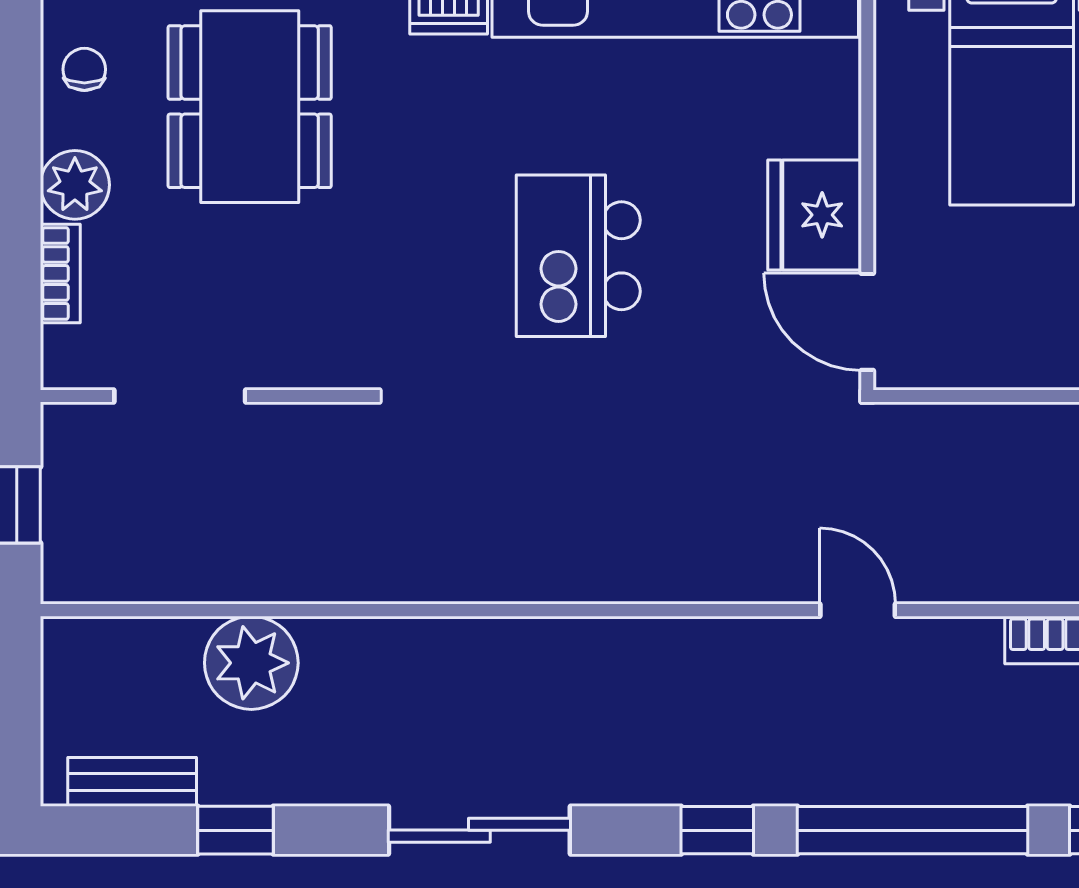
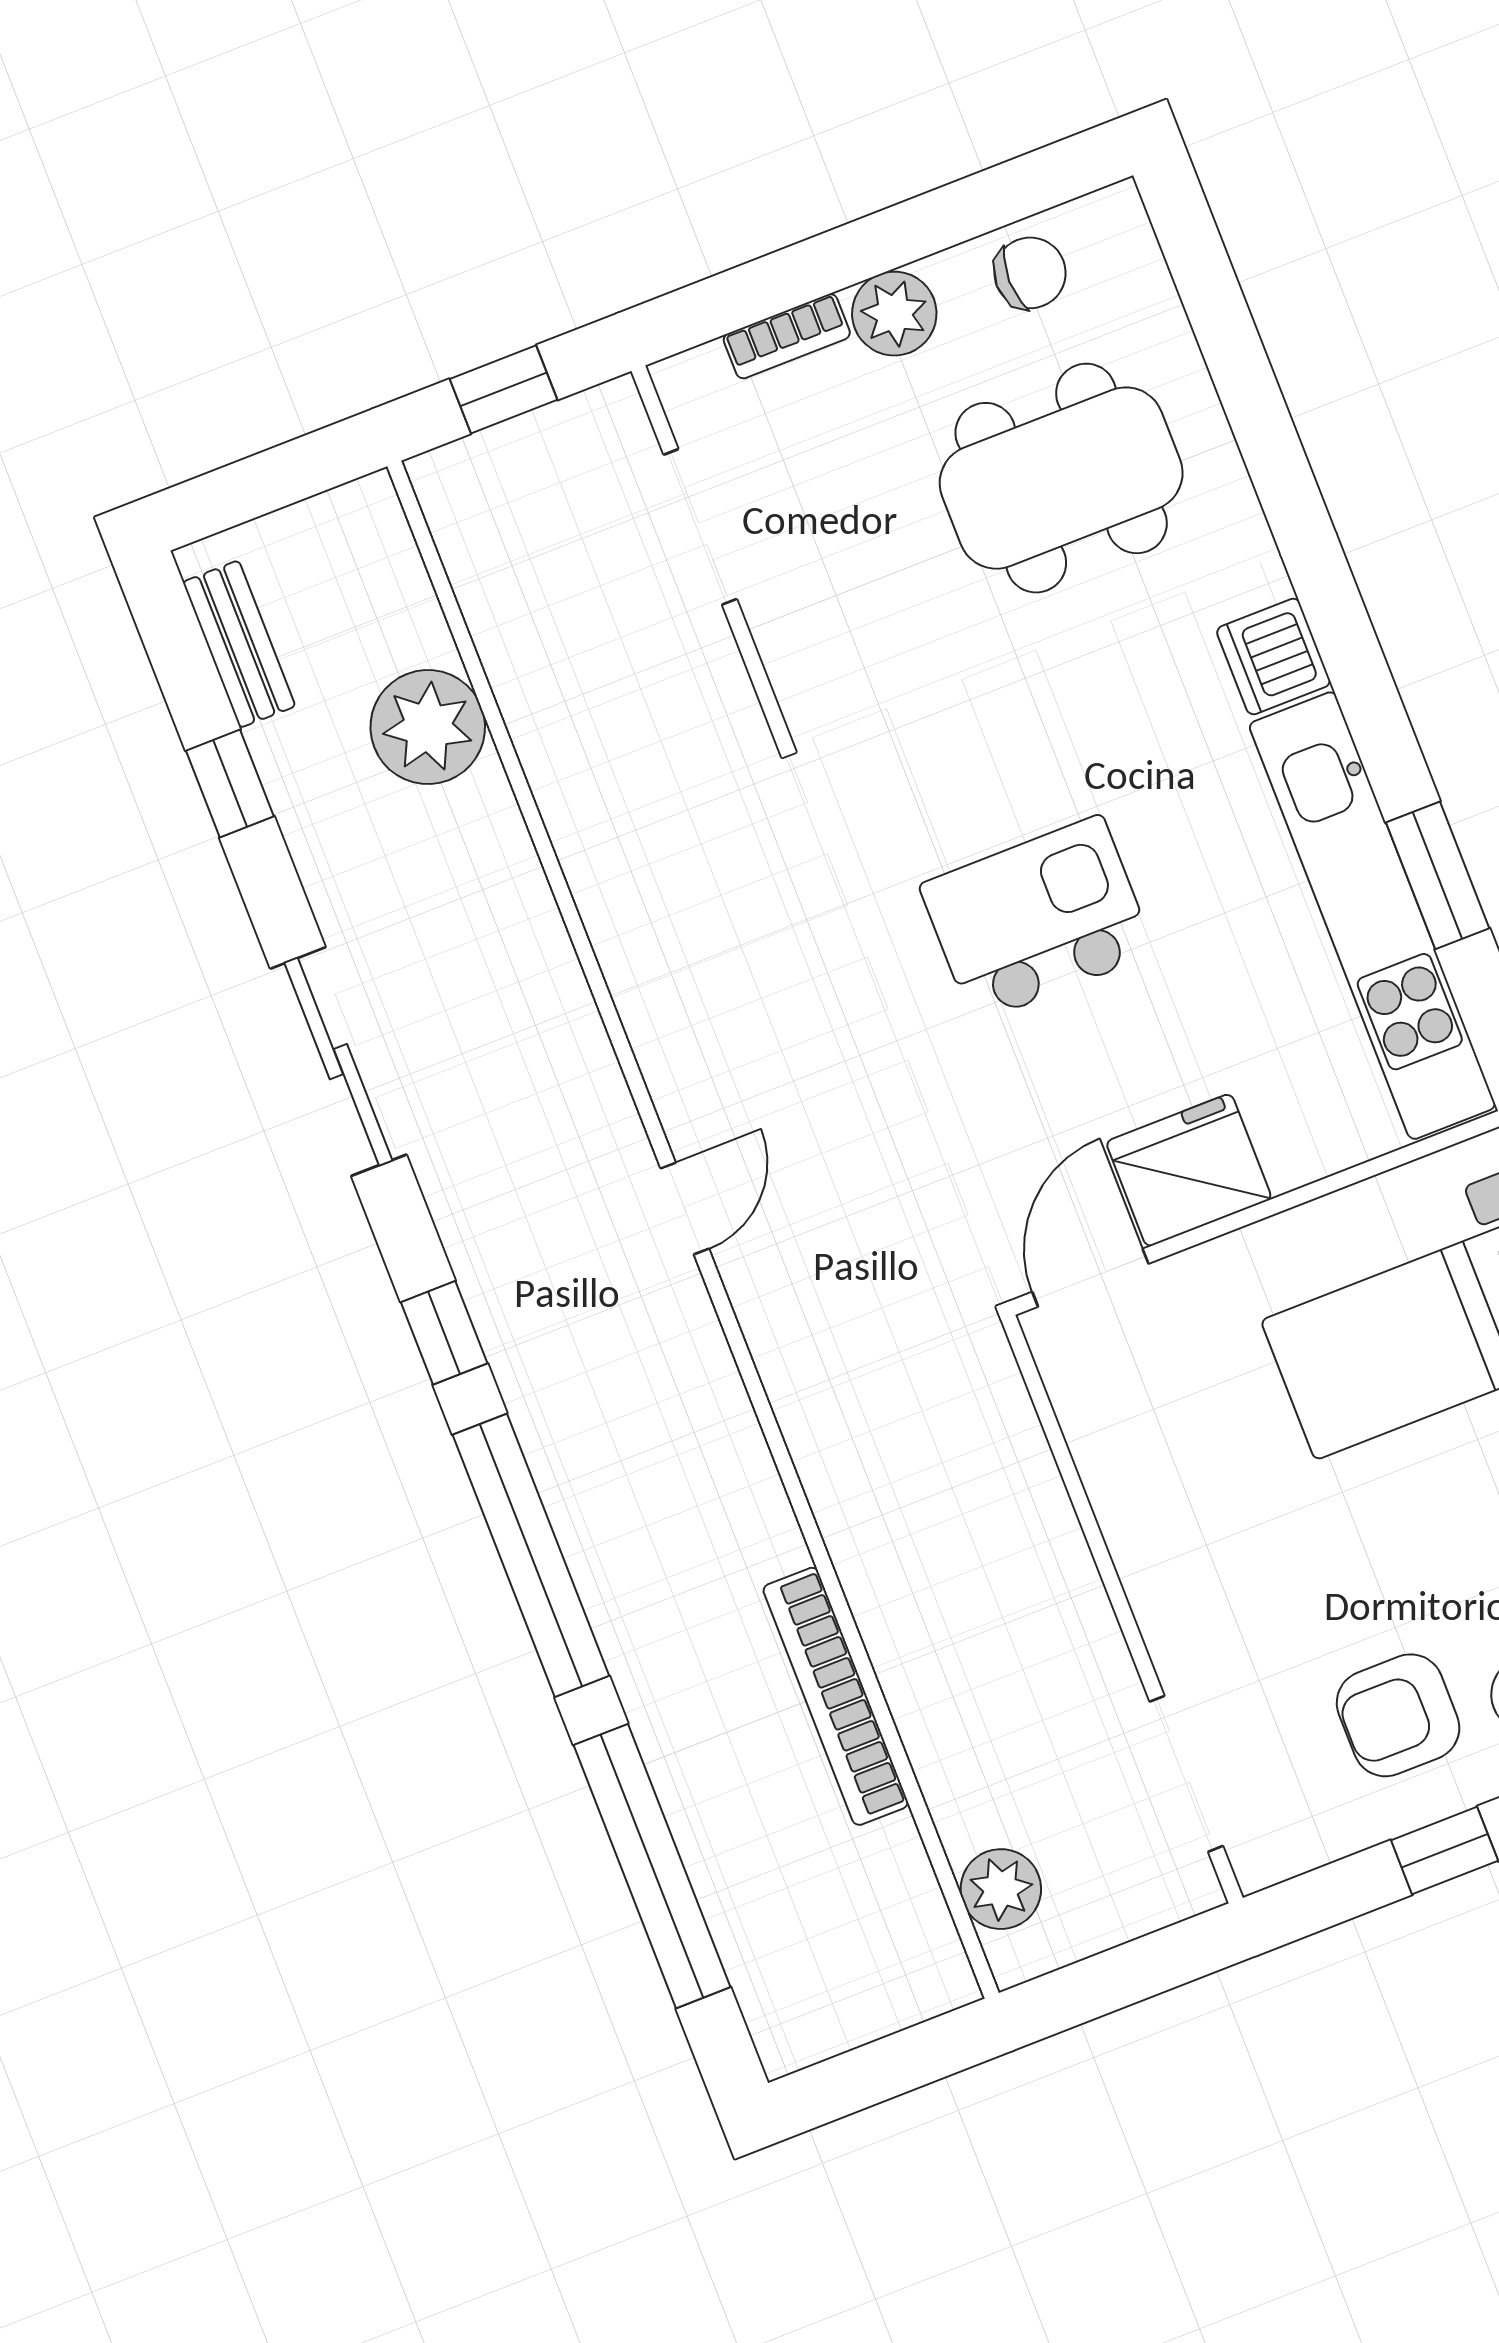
chair: (84, 69) -> (1030, 273), width x1.37, depth x1.37
door: (858, 610) -> (685, 1208), moved

